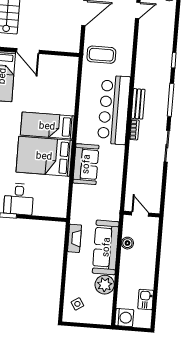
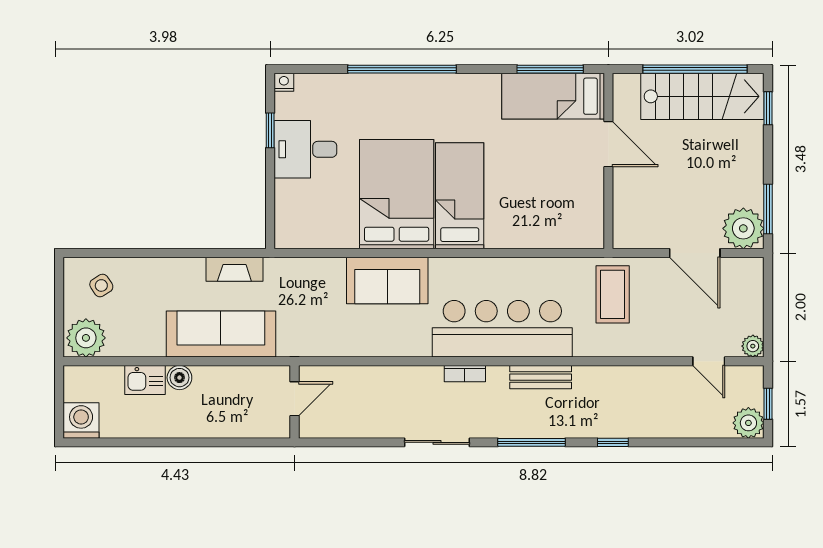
door: (28, 51) -> (608, 144), swing flipped
bench: (138, 104) -> (541, 377), moved
boiler: (127, 243) -> (179, 378), moved
plant: (105, 285) -> (86, 338), moved
kitchen sink: (146, 300) -> (145, 380), moved, turned 180
washing machine: (124, 318) -> (81, 421), moved, turned 180

